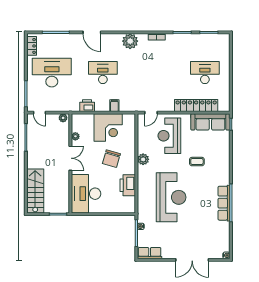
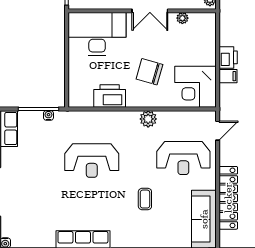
printer: (87, 106) -> (228, 57), moved
door: (151, 113) -> (218, 131), swing flipped
corner desk: (108, 128) -> (195, 87), moved
reception desk: (169, 136) -> (183, 158), turned 180
reception desk: (171, 197) -> (92, 161), width x0.74, depth x0.77

